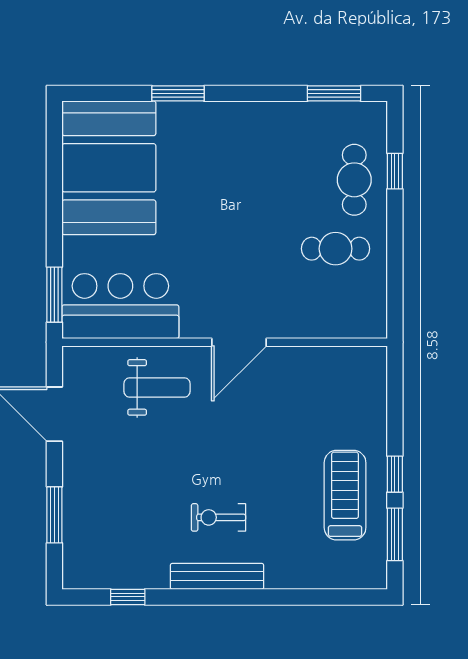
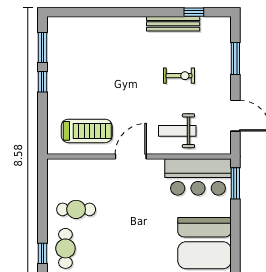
treadmill: (345, 495) -> (87, 131), moved, turned -90
exercise bike: (218, 517) -> (179, 76), moved
bench: (217, 576) -> (173, 24), moved

